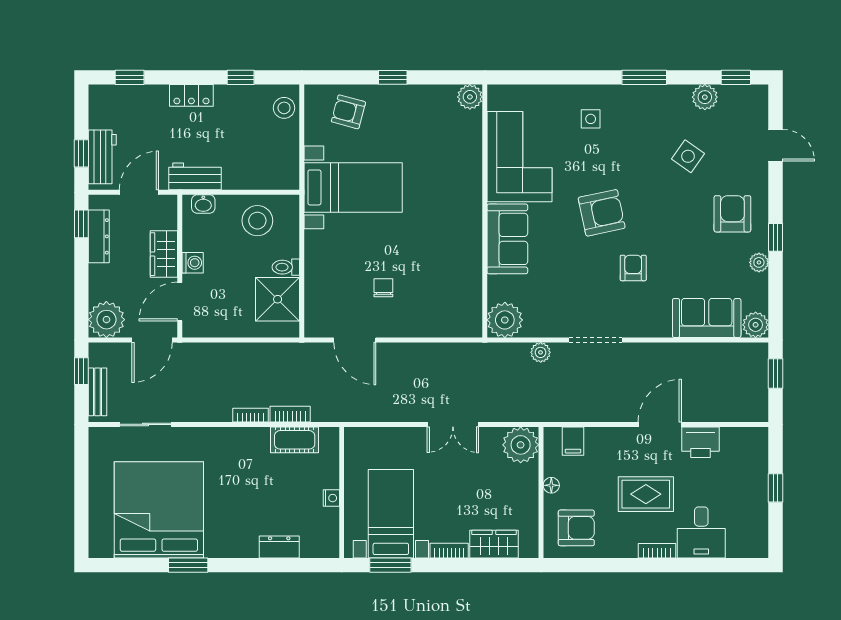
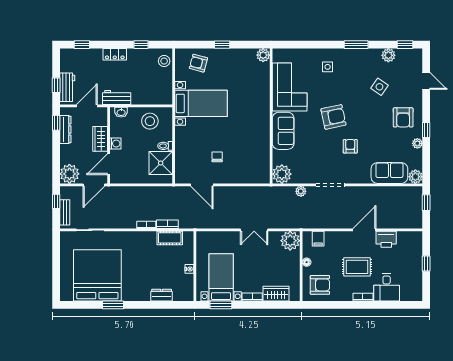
armchair: (732, 214) -> (403, 117), turned 180

